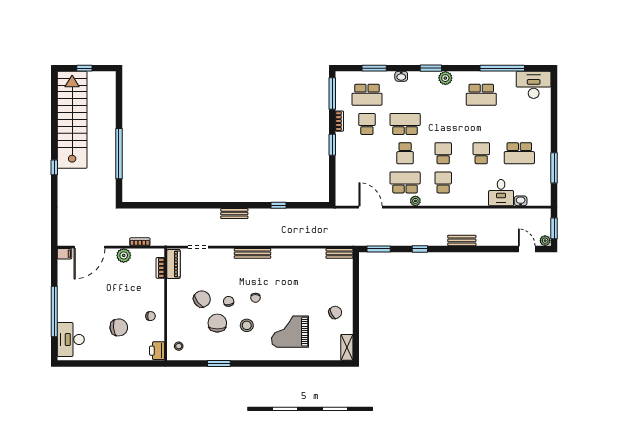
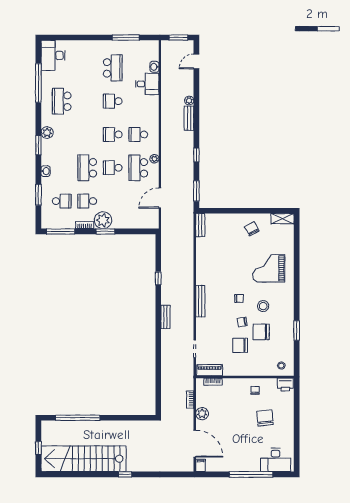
school desk: (367, 95) -> (62, 201), width x0.54
school desk: (481, 95) -> (62, 101), turned 180
plant: (345, 142) -> (103, 220), added
school desk: (405, 153) -> (113, 168), turned 180
window: (119, 154) -> (78, 418), moved
plant: (545, 241) -> (189, 101), moved
chair: (202, 299) -> (240, 345), turned -53
grand piano: (290, 332) -> (269, 268), turned 90

